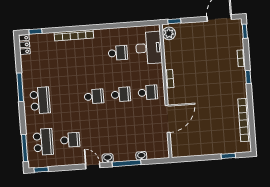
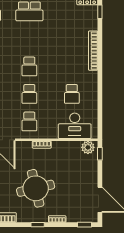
round table: (213, 82) -> (36, 188), added

